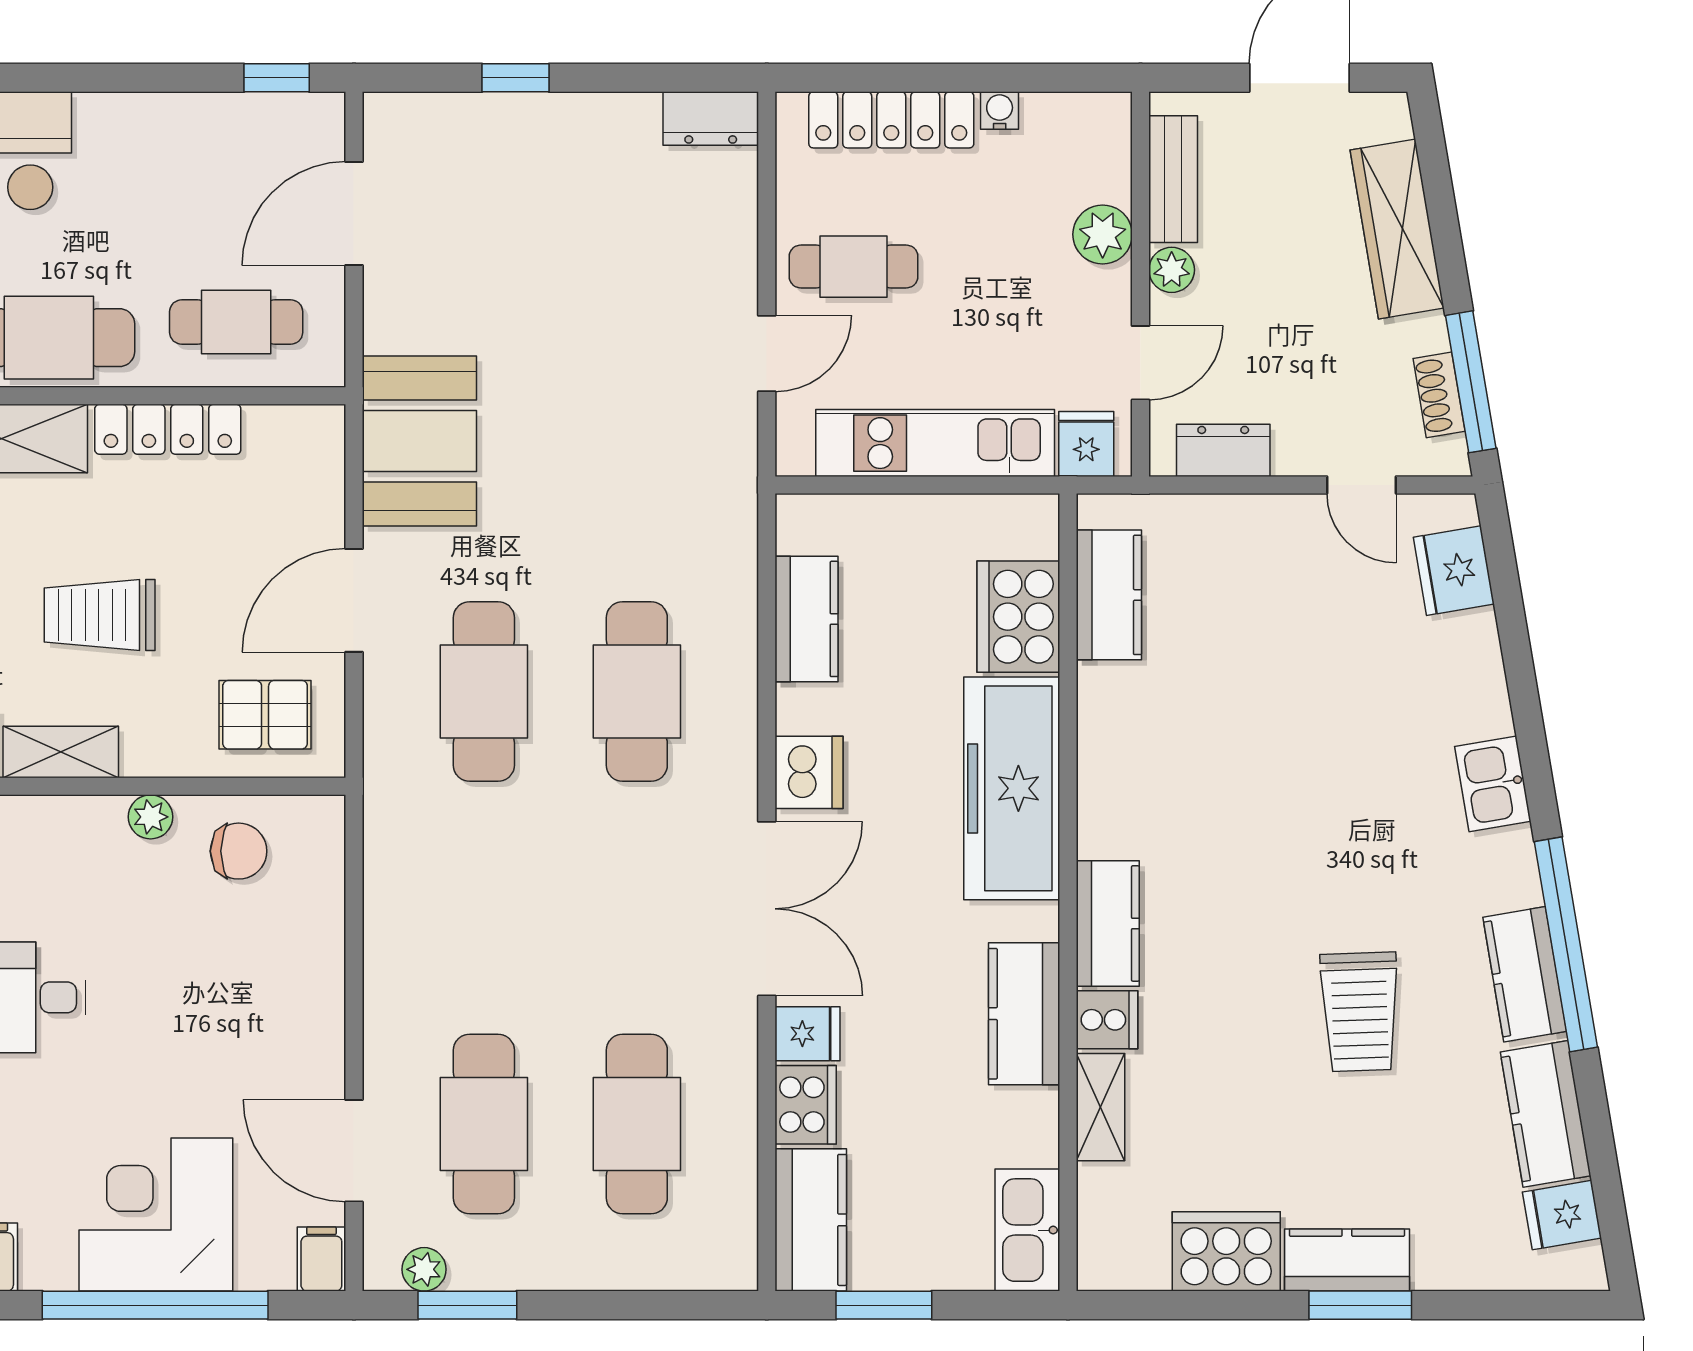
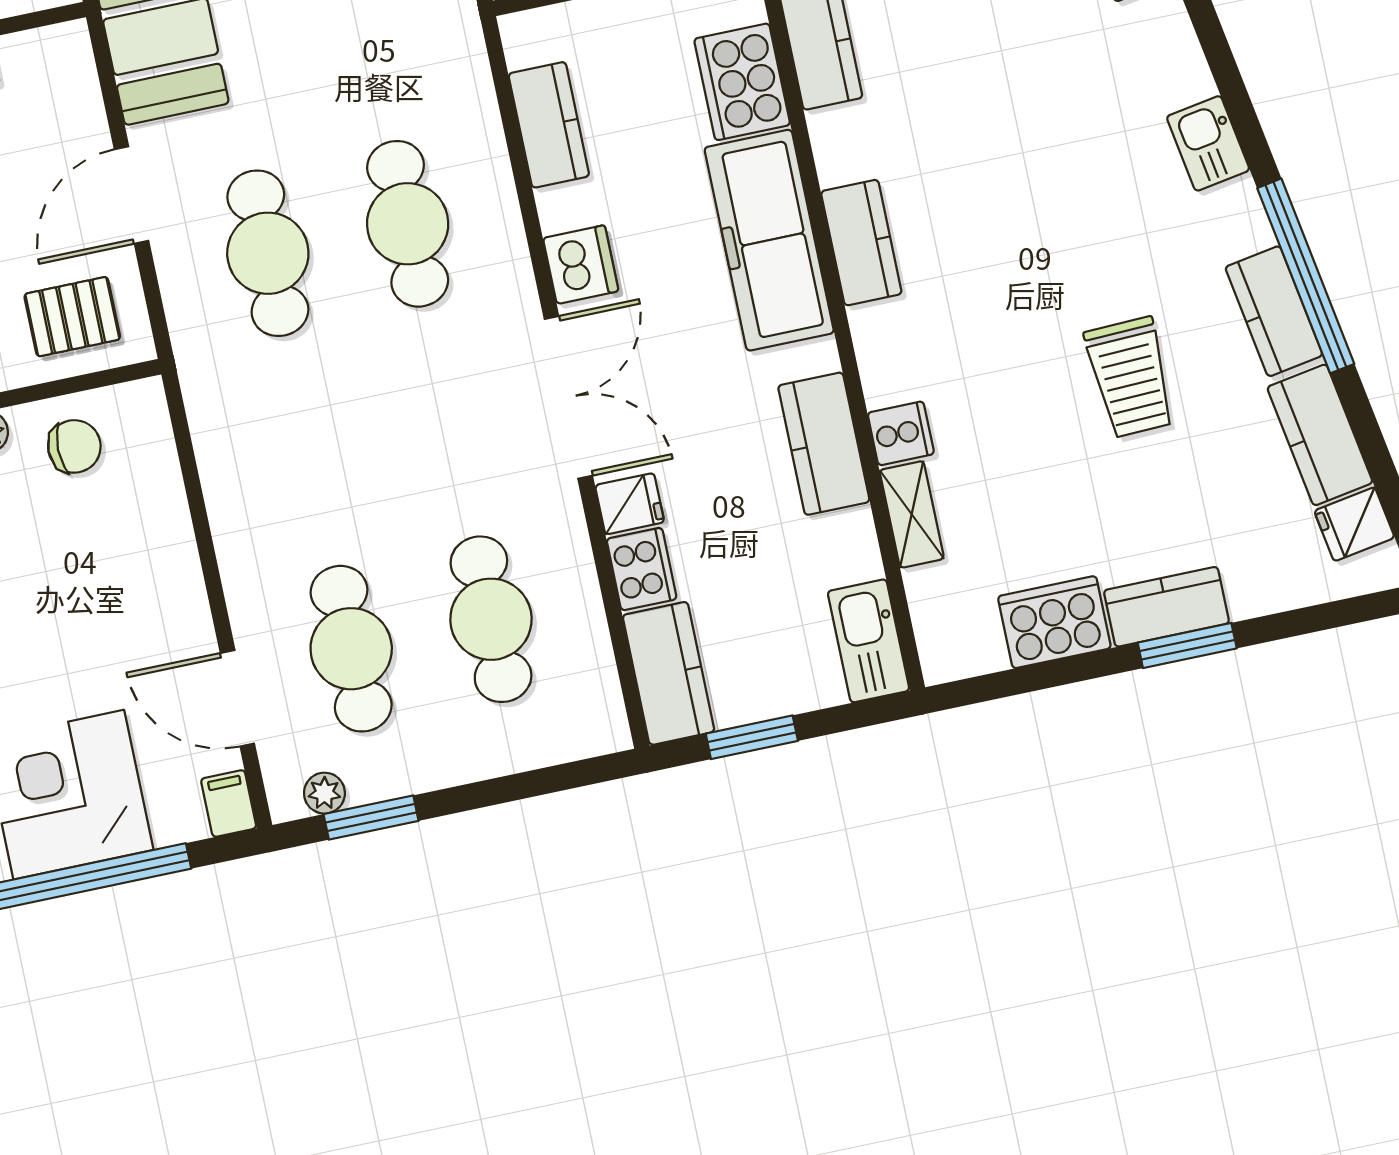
kitchen counter: (1108, 923) -> (861, 243), moved

